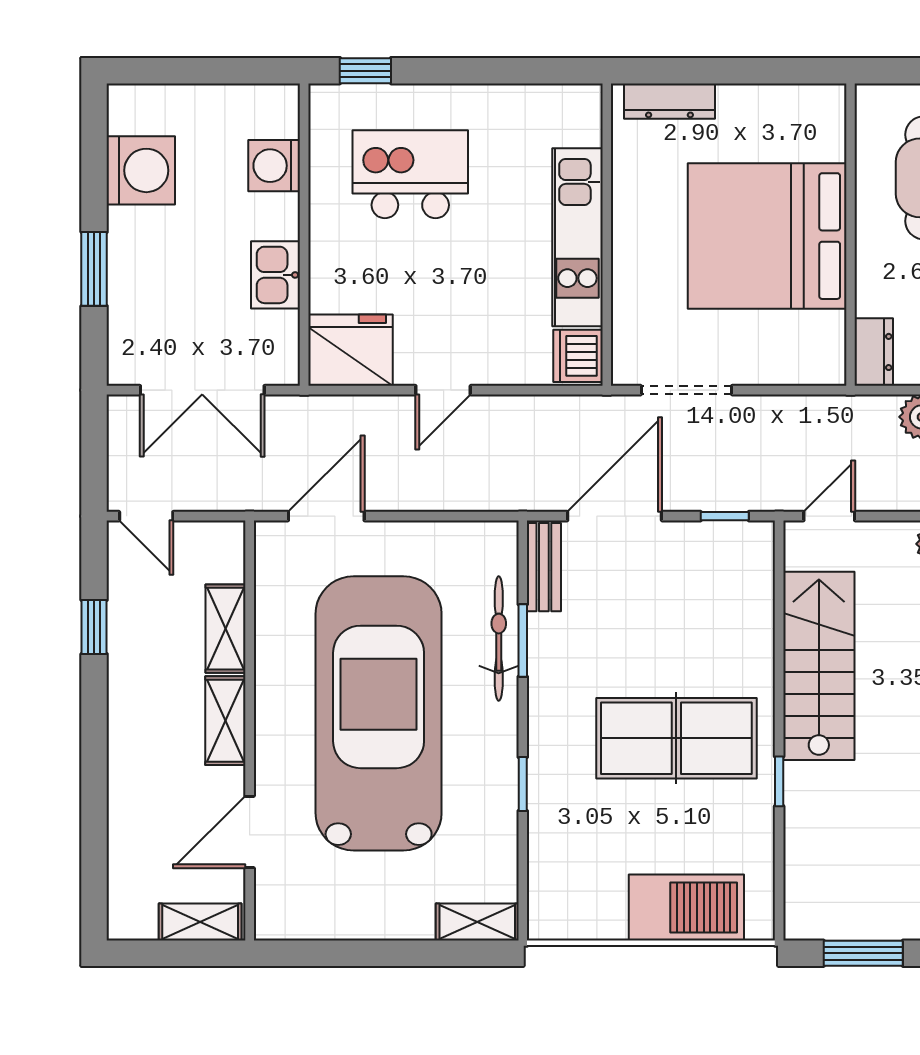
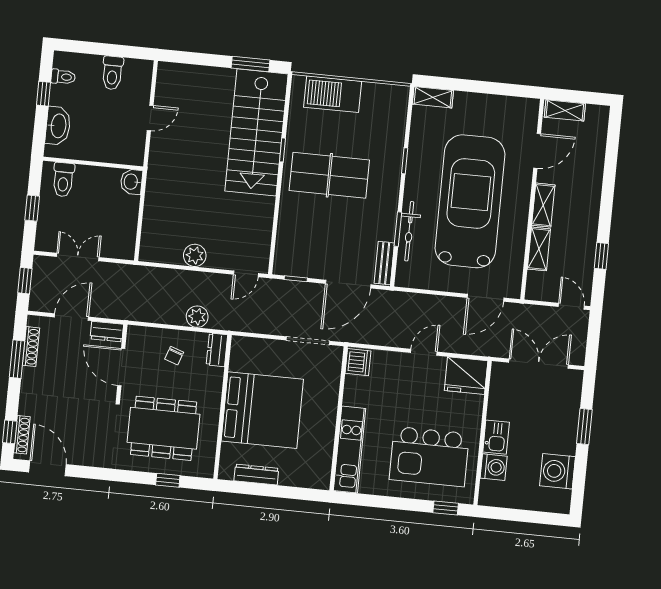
dresser: (669, 101) -> (256, 475), moved
kitchen island: (410, 174) -> (429, 457), width x1.37, depth x1.28
kitchen unit: (577, 237) -> (350, 450), moved
kitchen sink: (275, 275) -> (496, 437), moved
stairs: (819, 666) -> (256, 132), moved, width x1.36, depth x1.51
car: (379, 713) -> (470, 201), turned 180

